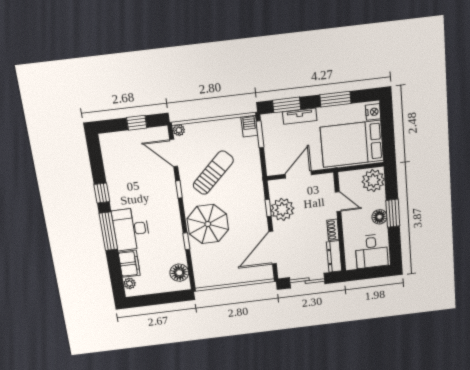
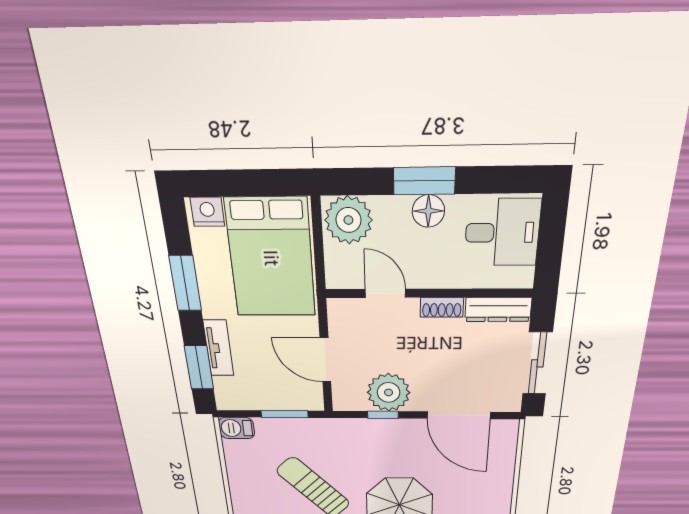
window: (260, 134) -> (285, 414), moved
door: (338, 202) -> (385, 293), hinge flipped

